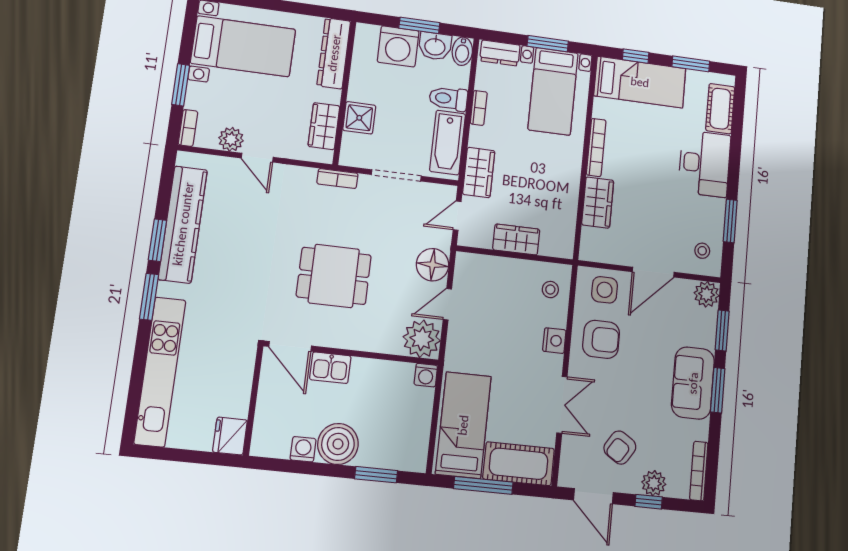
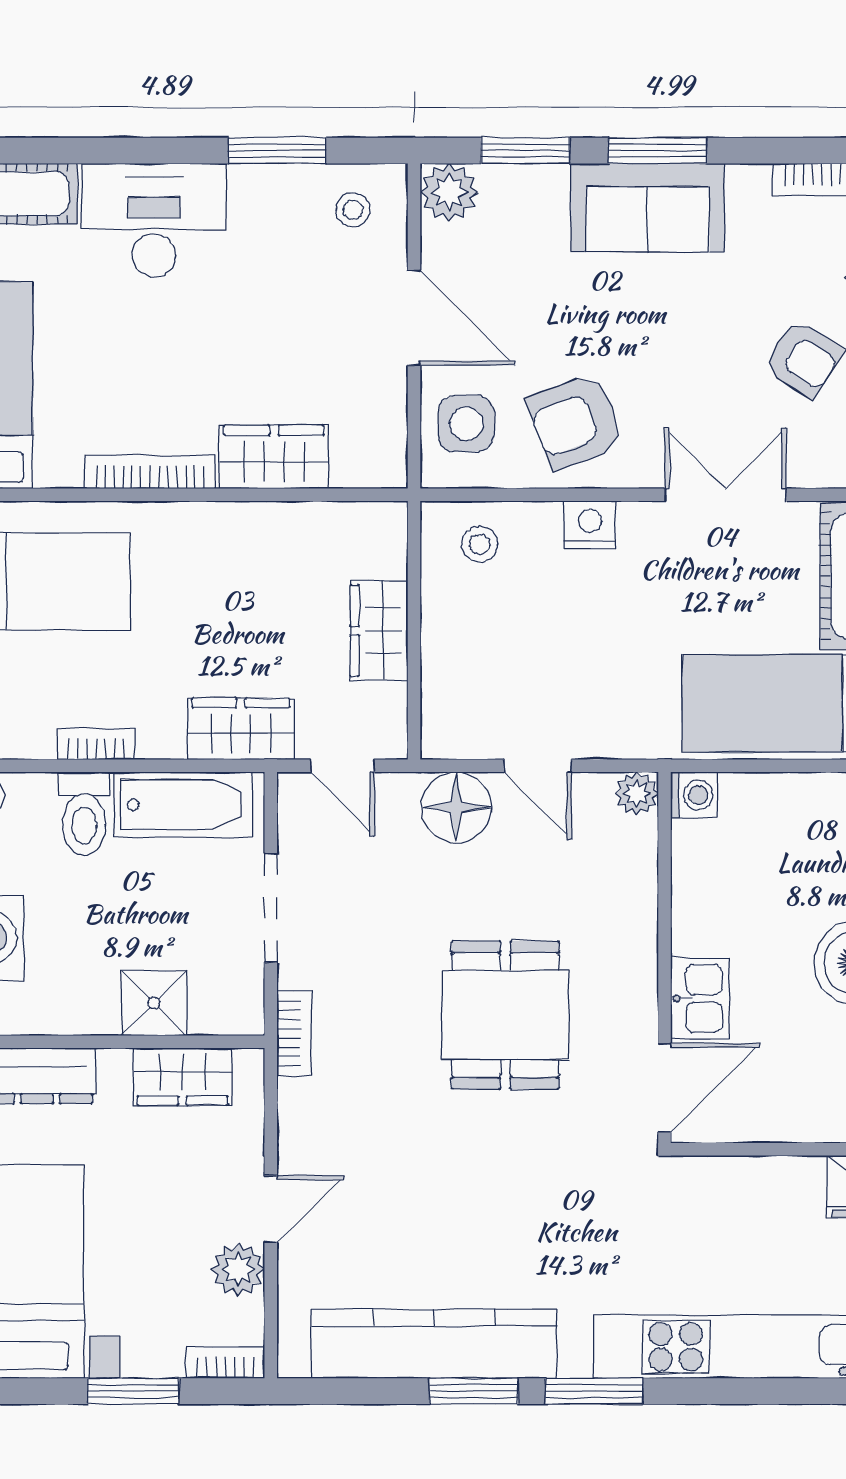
plant: (422, 339) -> (637, 793), width x0.53, depth x0.53
armchair: (601, 339) -> (575, 422), turned -111

